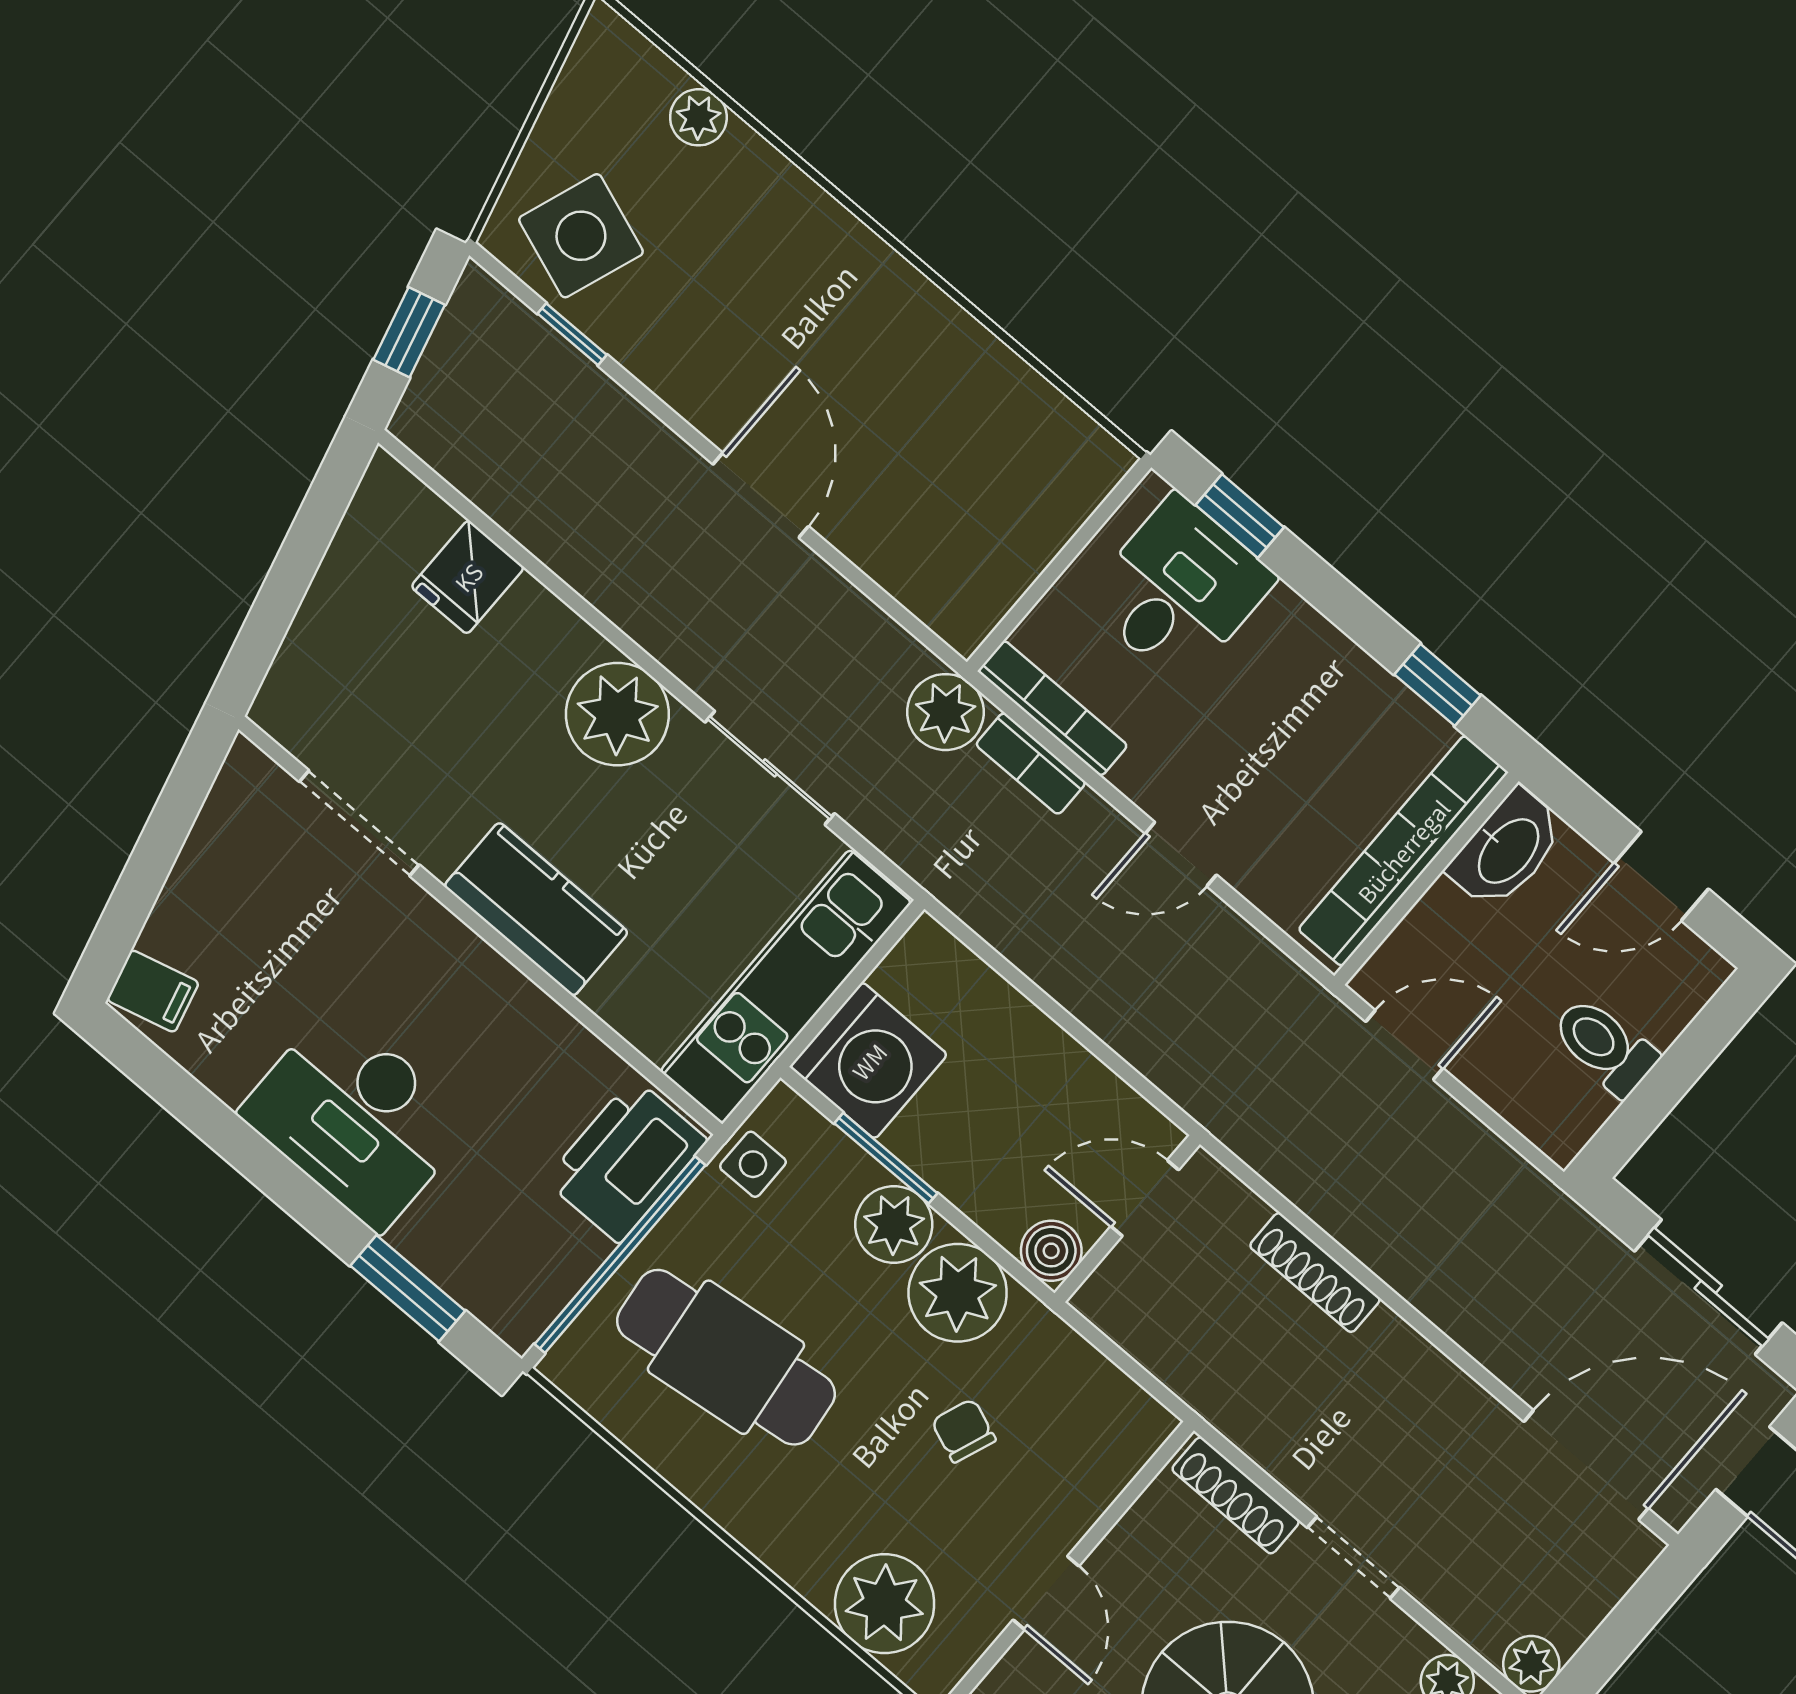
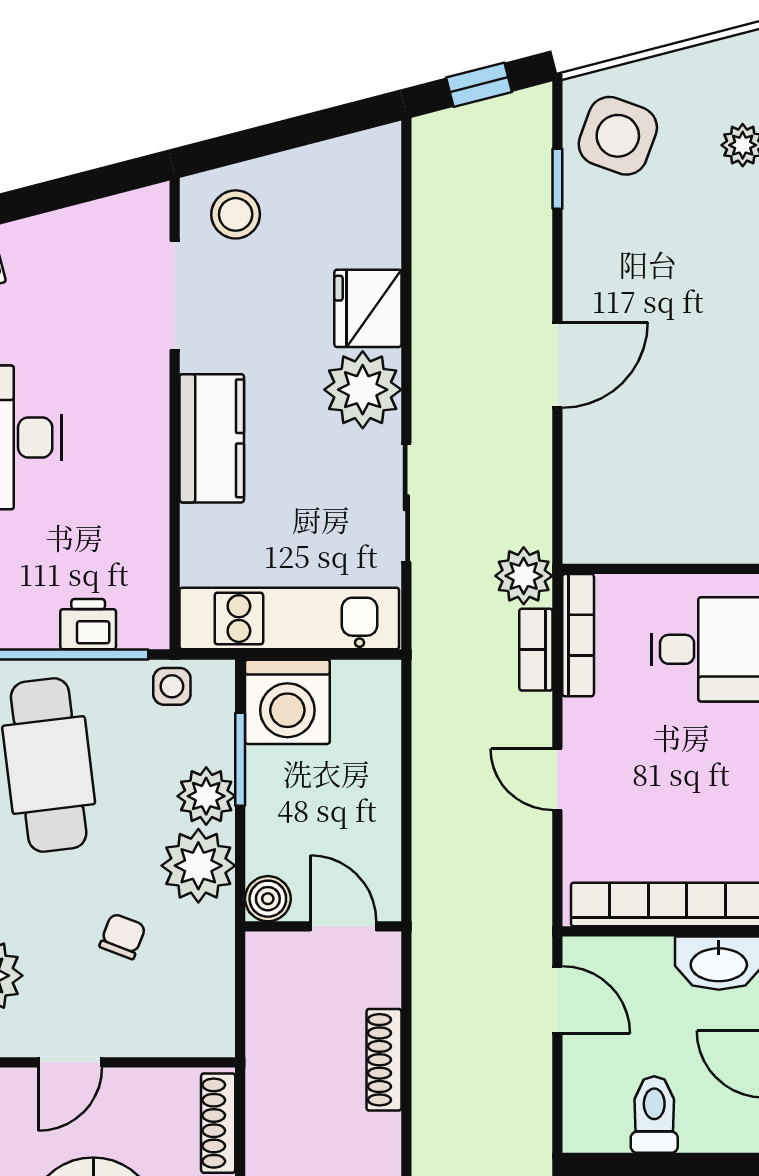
fridge: (468, 577) -> (368, 308), moved, width x1.38
stool: (330, 691) -> (236, 214), added
printer: (626, 1160) -> (88, 624), width x0.53, depth x0.68

